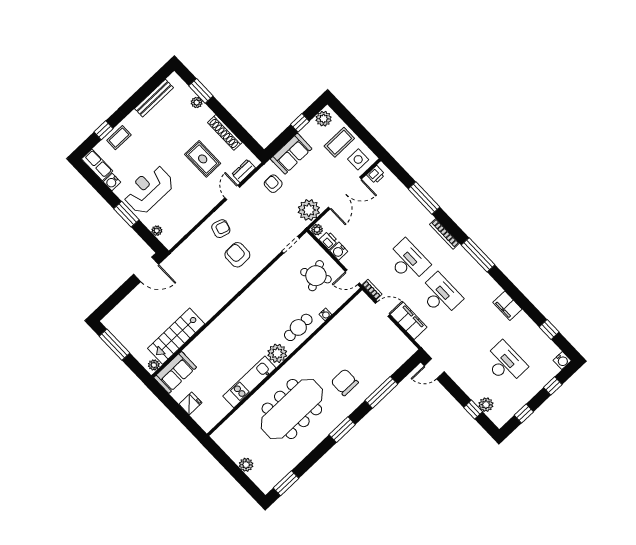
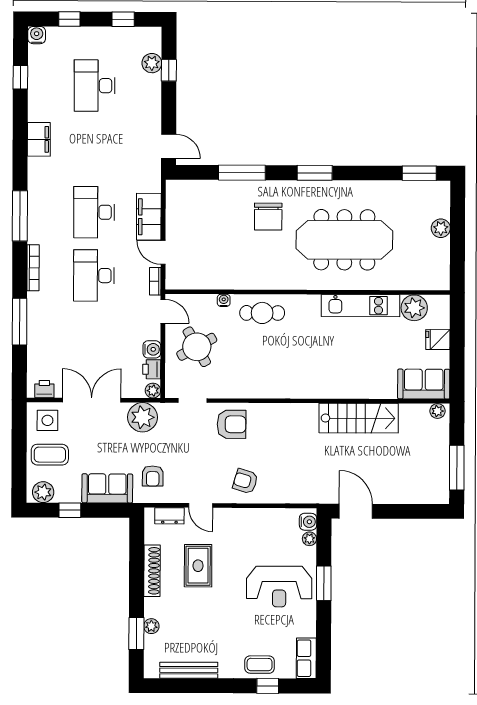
water cooler: (112, 182) -> (308, 522), moved
door: (232, 193) -> (201, 505), hinge flipped
armchair: (237, 255) -> (232, 424), moved, turned -90
stairs: (176, 336) -> (359, 418), moved
plant: (277, 353) -> (414, 308), moved

